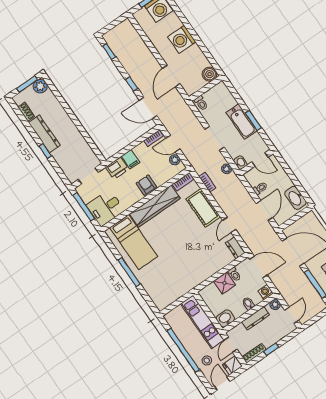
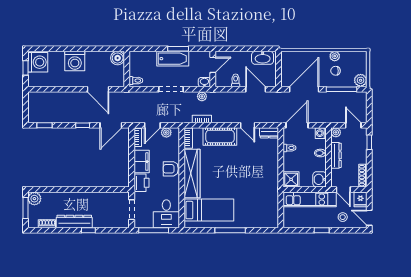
filing cabinet: (130, 159) -> (142, 162), width x2.00
shower: (224, 283) -> (291, 179), moved
window: (271, 349) -> (369, 142), moved
window: (183, 350) -> (322, 230), width x0.32

